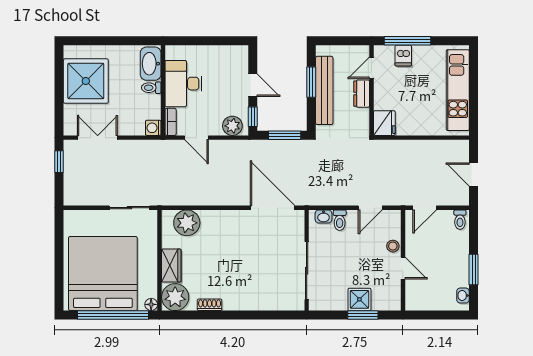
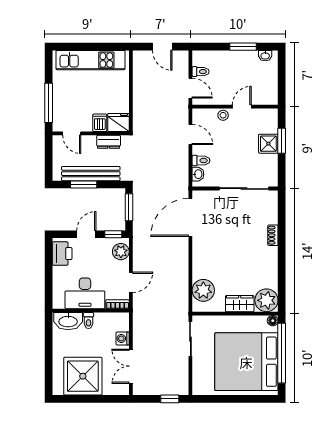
dishwasher: (403, 56) -> (100, 123), moved, turned -90
printer: (230, 57) -> (62, 254), added
dresser: (362, 94) -> (109, 142), moved
washing machine: (153, 128) -> (123, 339), moved, turned 90
window: (59, 162) -> (170, 399), moved
door: (474, 174) -> (162, 47), hinge flipped
toilet: (460, 220) -> (201, 72), moved
shoe rack: (210, 305) -> (273, 235), moved

